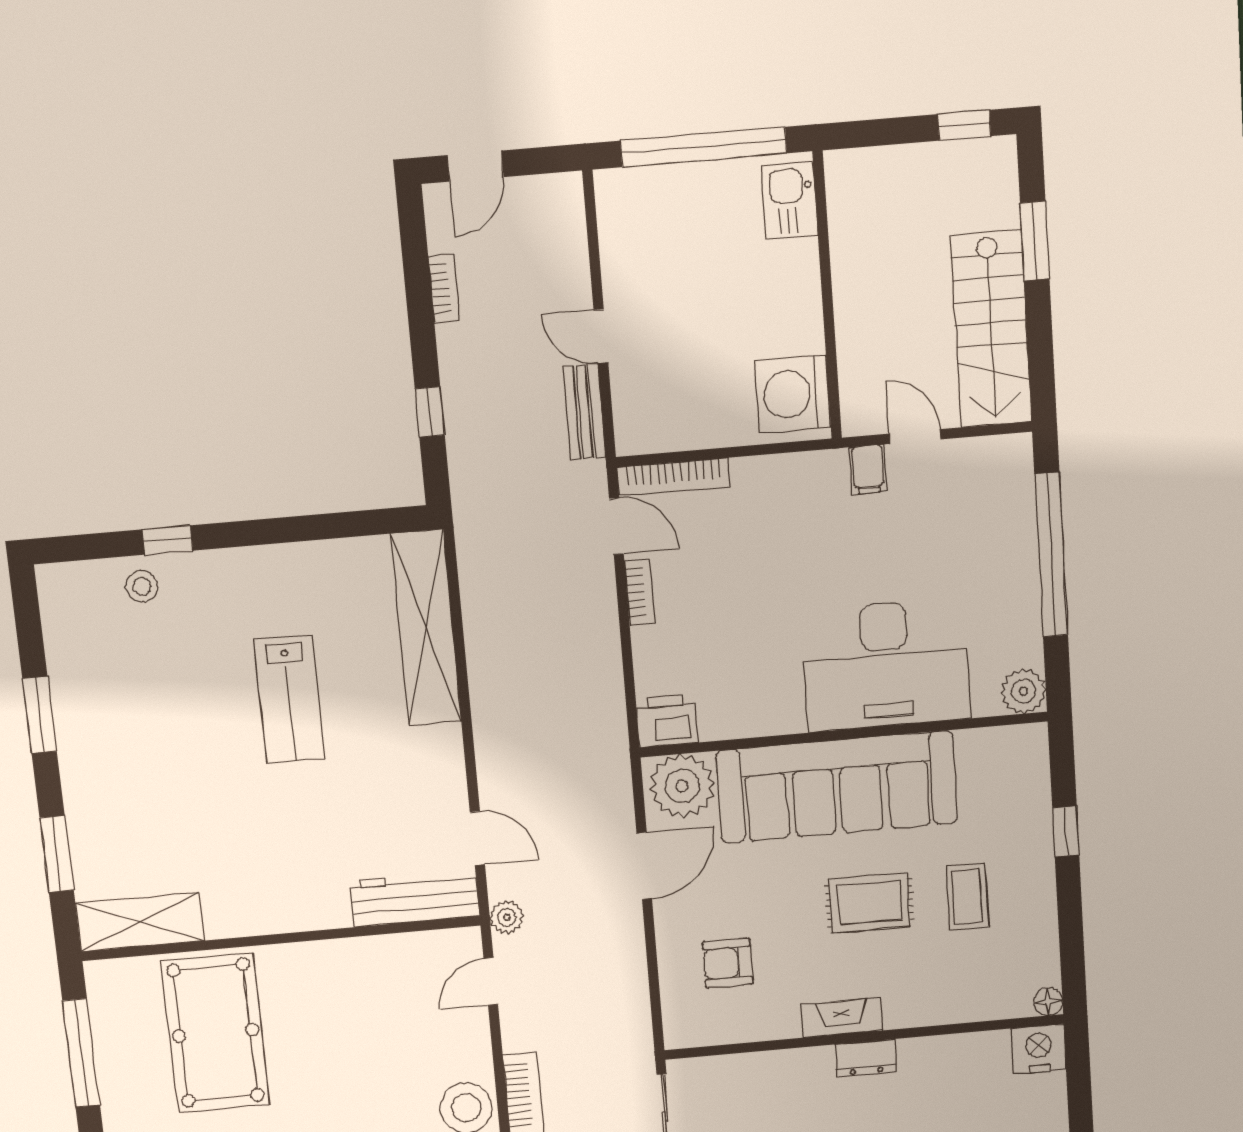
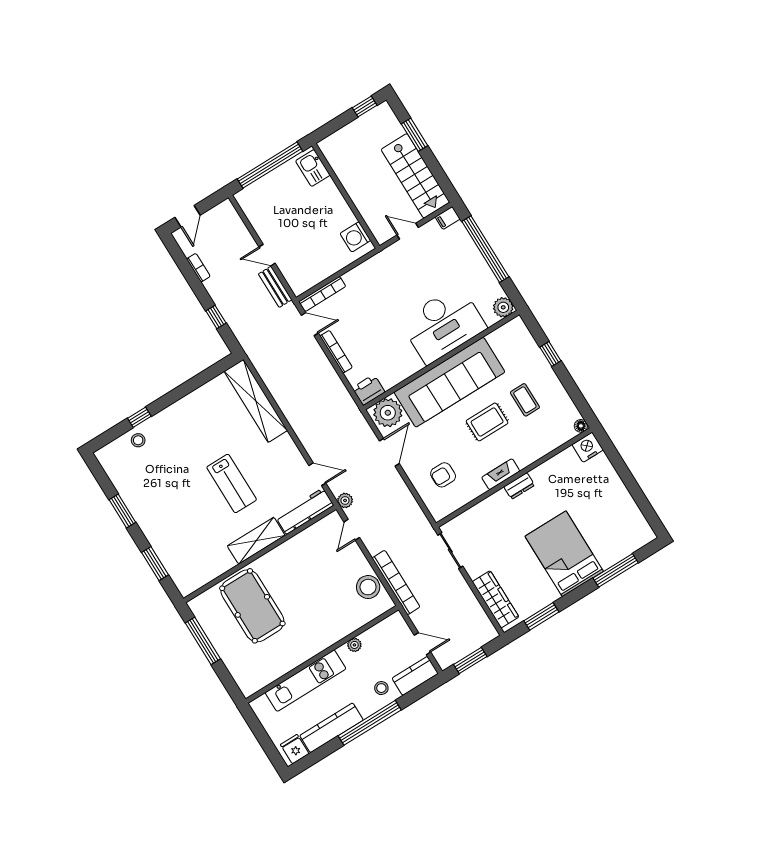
washing machine: (793, 394) -> (355, 237), width x0.73, depth x0.73
filing cabinet: (868, 469) -> (448, 218), moved, turned 90
bookcase: (640, 592) -> (336, 352), width x1.56
lab bench: (289, 699) -> (232, 483), moved
shelving: (140, 922) -> (256, 541), moved

